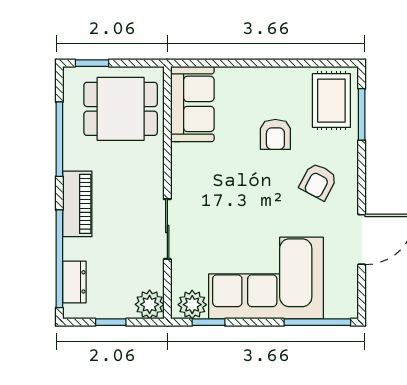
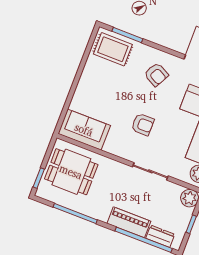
dining table: (121, 109) -> (71, 172), turned 90
armchair: (275, 134) -> (143, 124), moved
piano: (77, 204) -> (129, 222), moved

